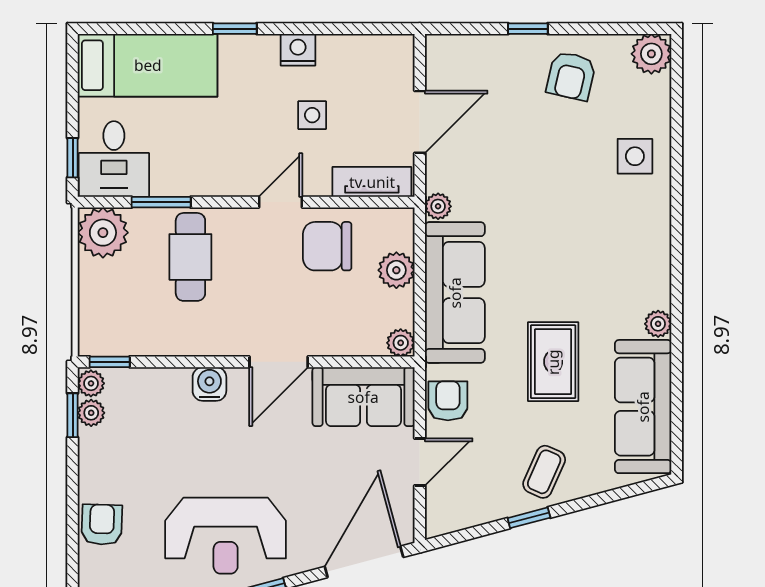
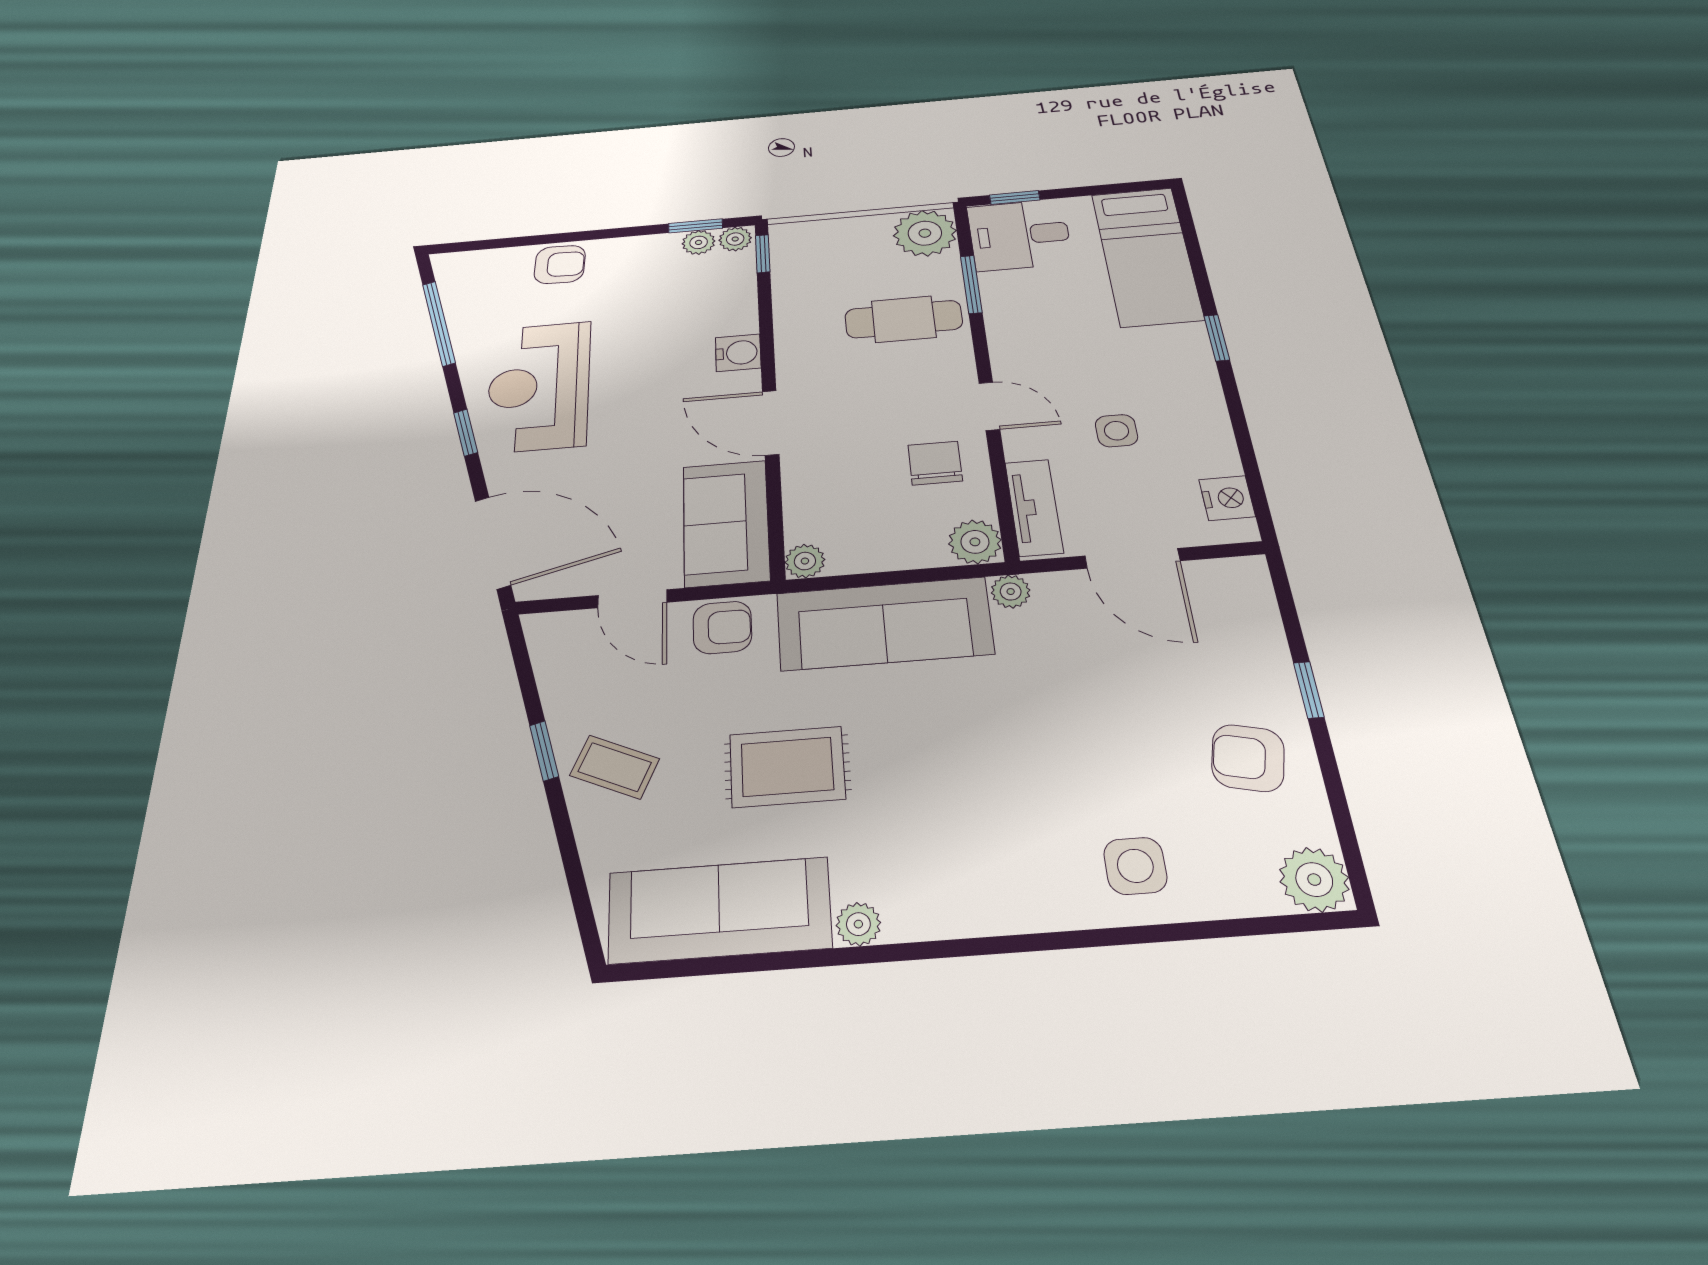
nightstand: (298, 50) -> (1227, 498), moved
chair: (327, 246) -> (935, 463), width x0.73, depth x0.73
plant: (396, 270) -> (975, 542), moved

